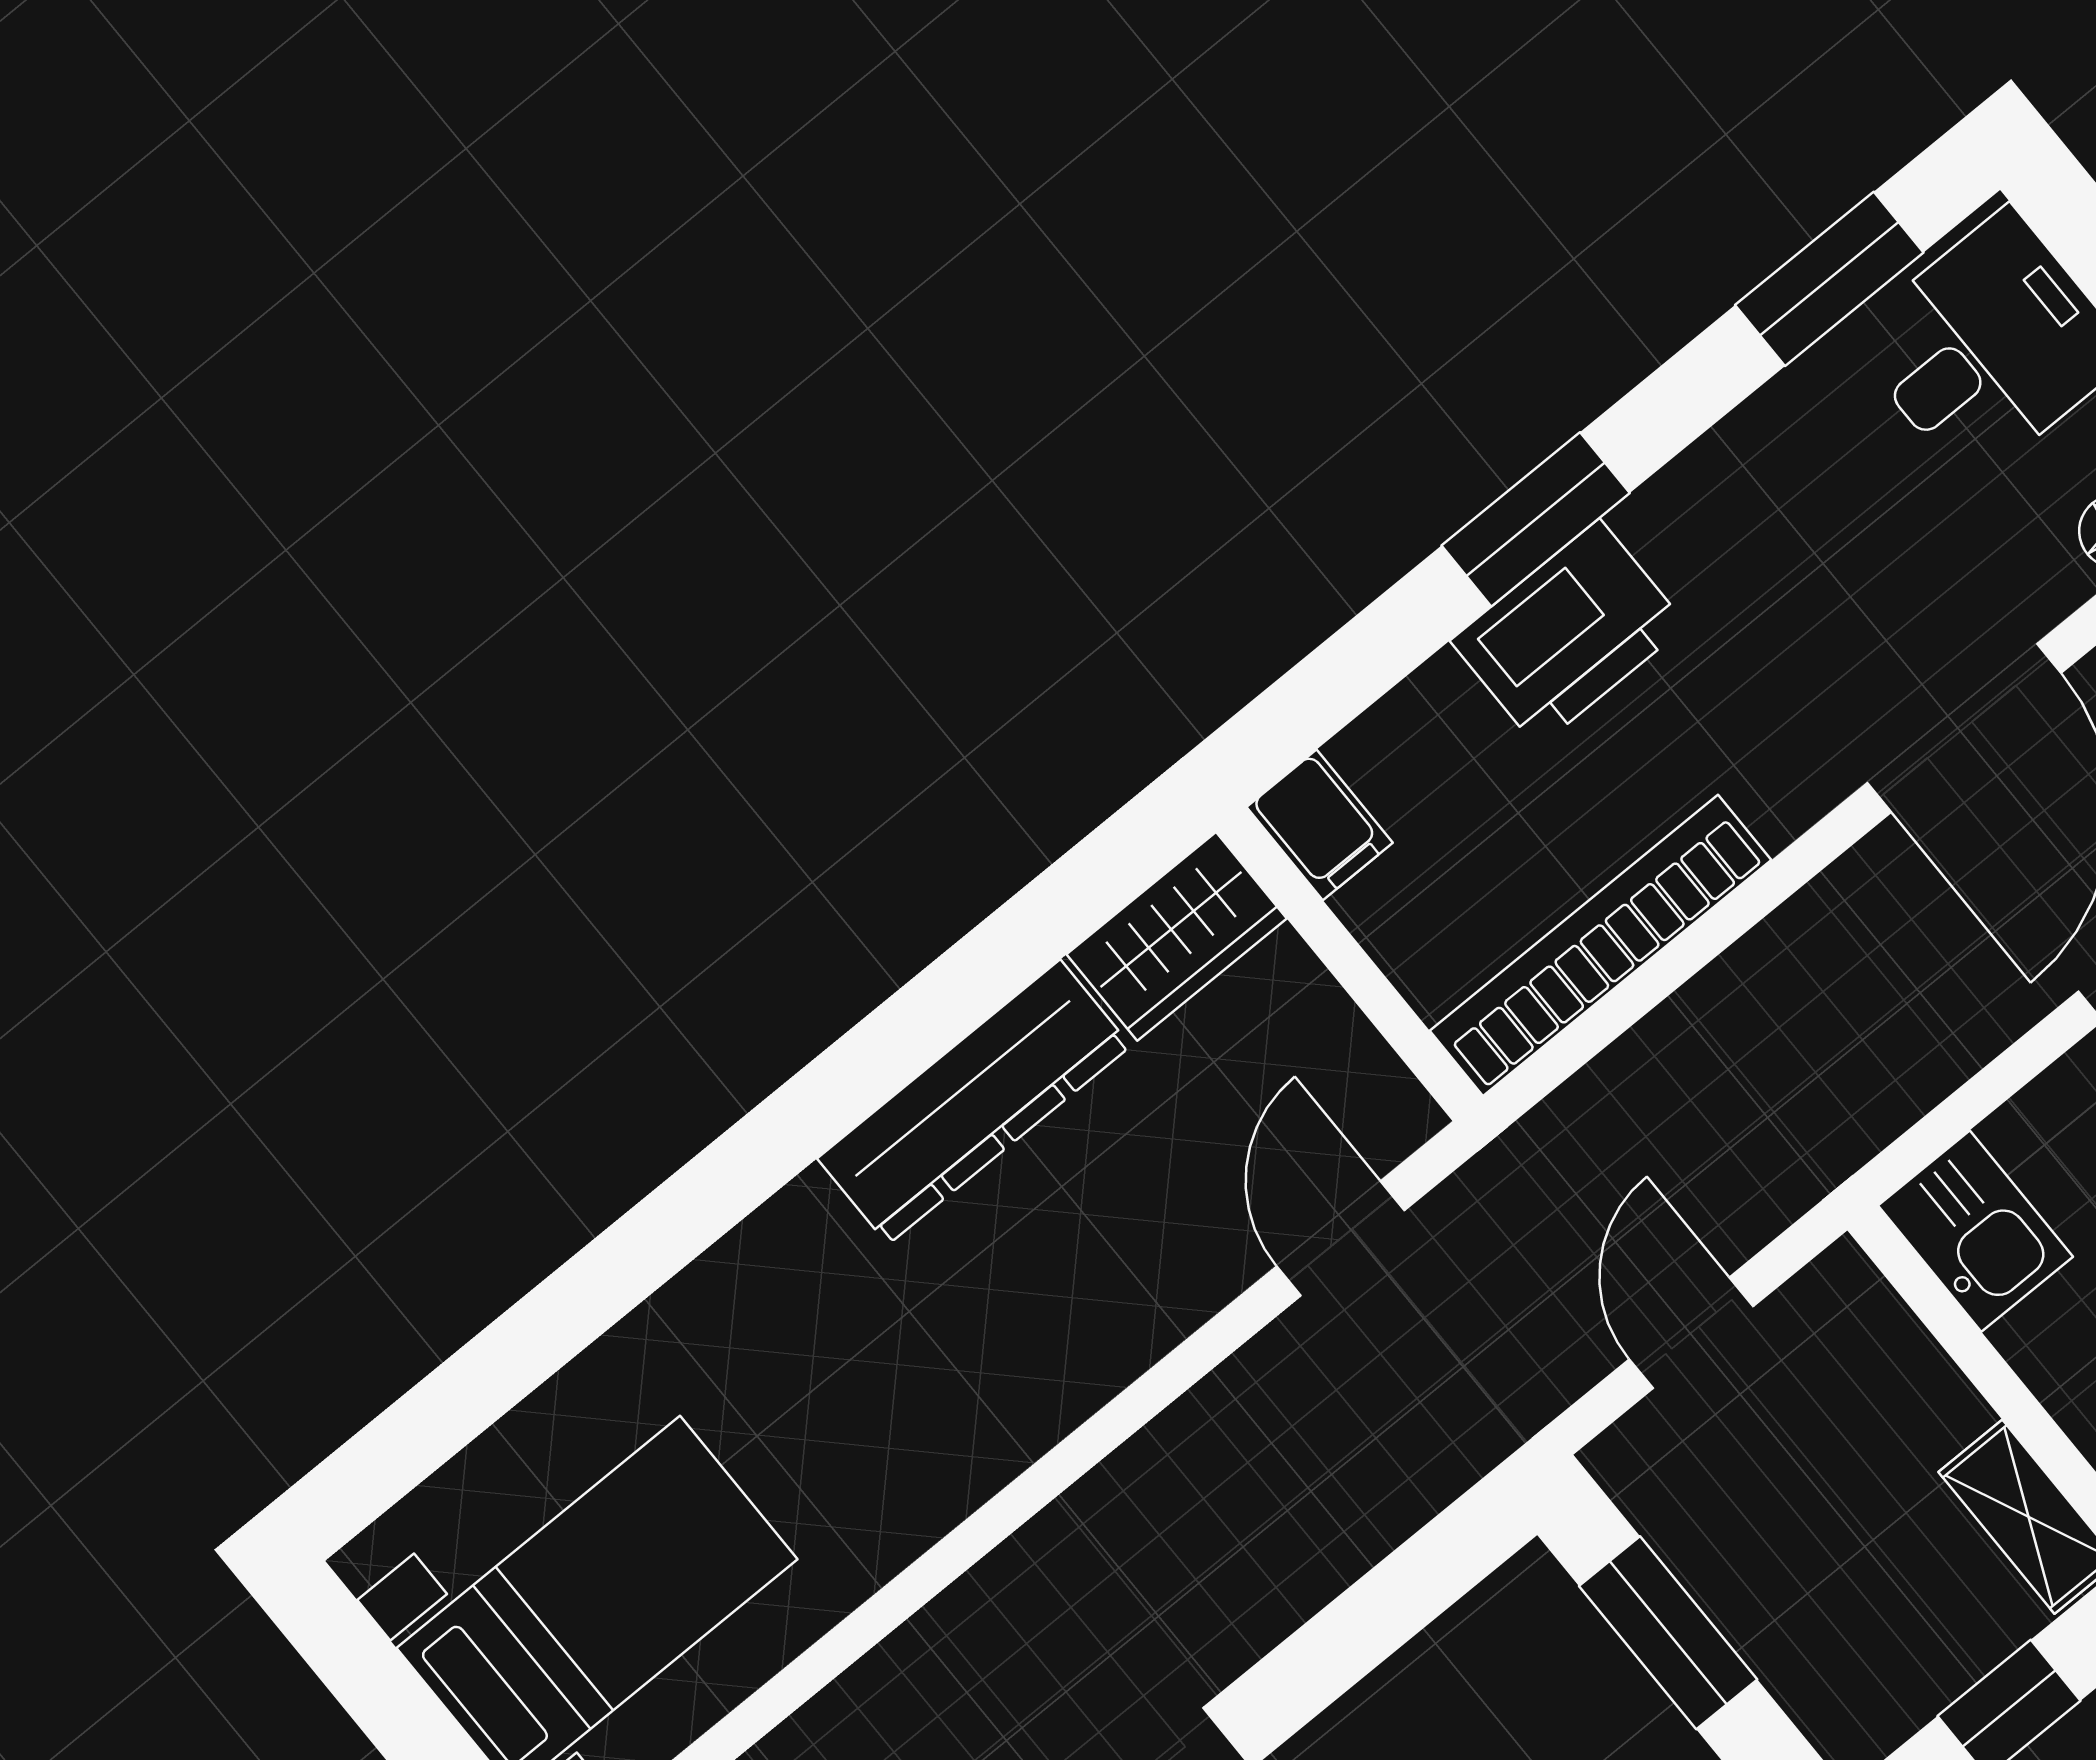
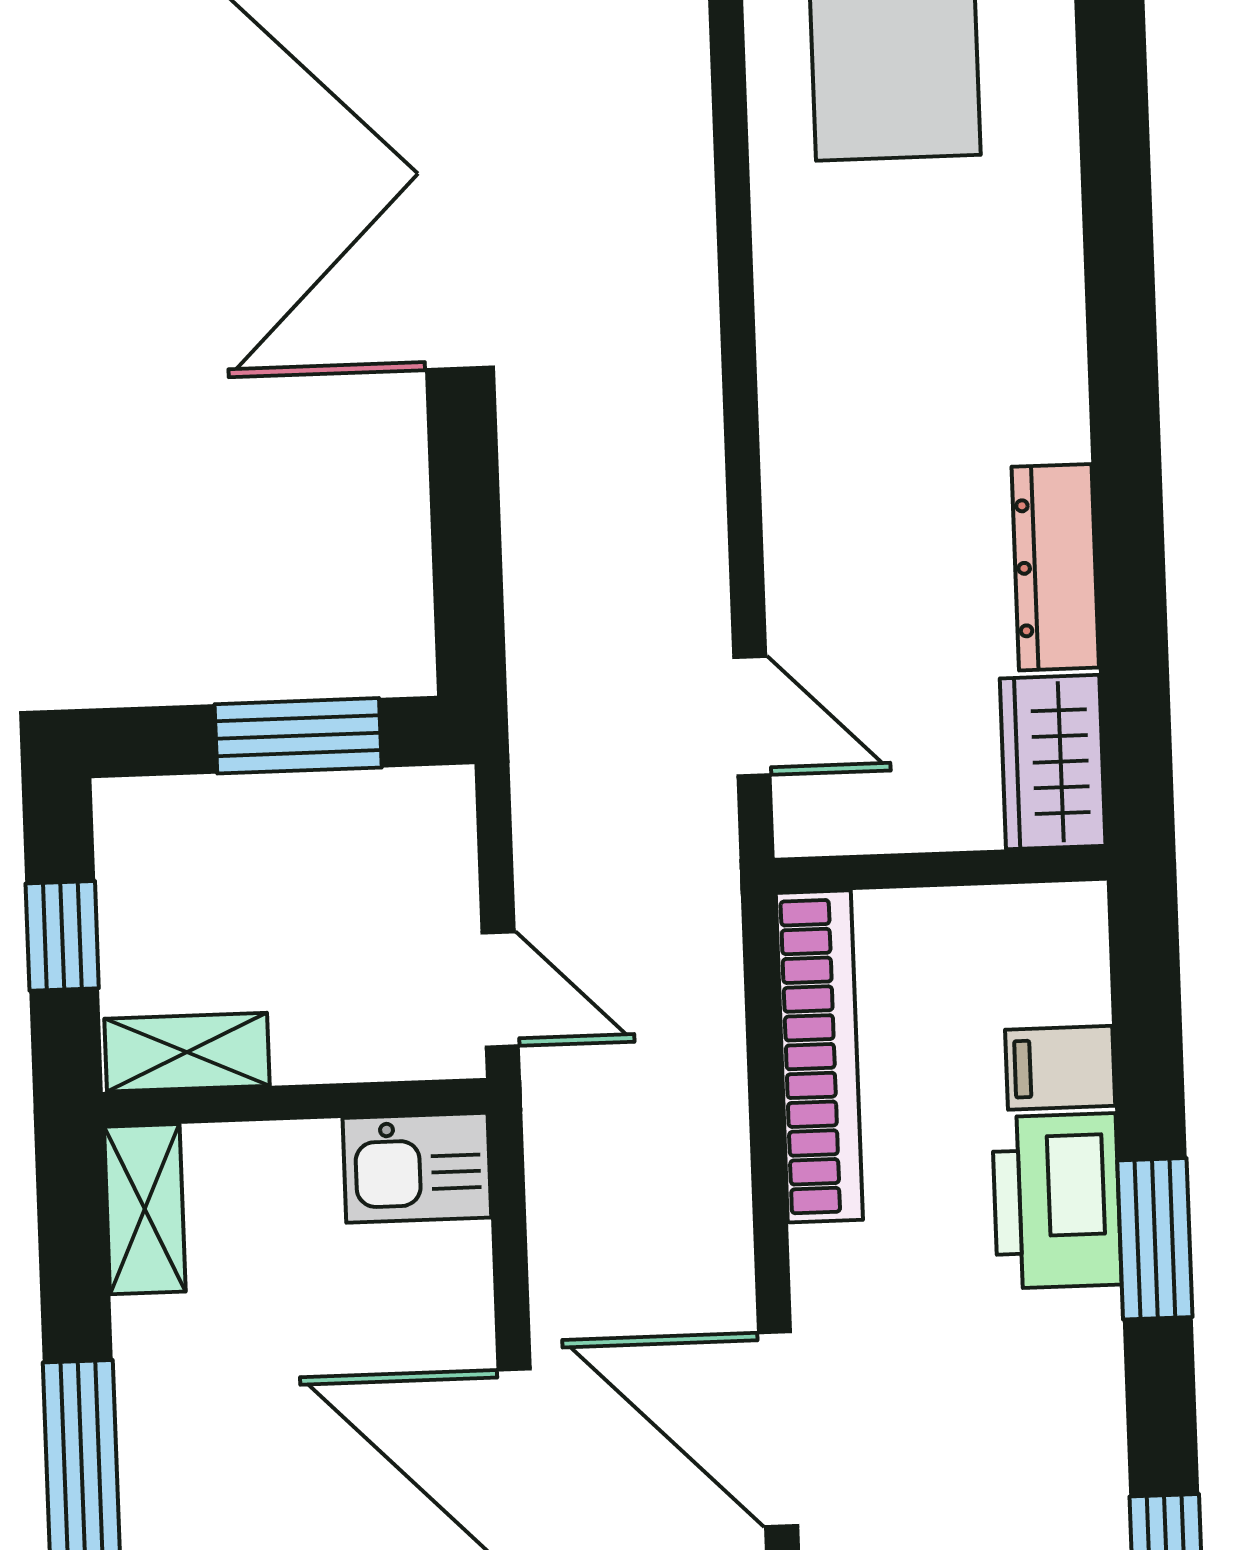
filing cabinet: (1320, 825) -> (1060, 1068), moved
dresser: (974, 1102) -> (1055, 567), width x0.73, depth x0.80
door: (1691, 1333) -> (500, 989), moved

